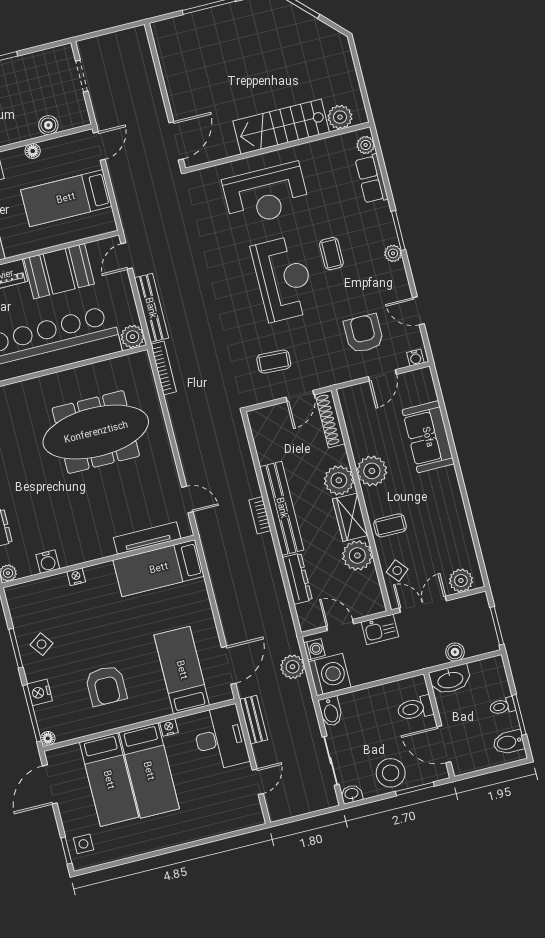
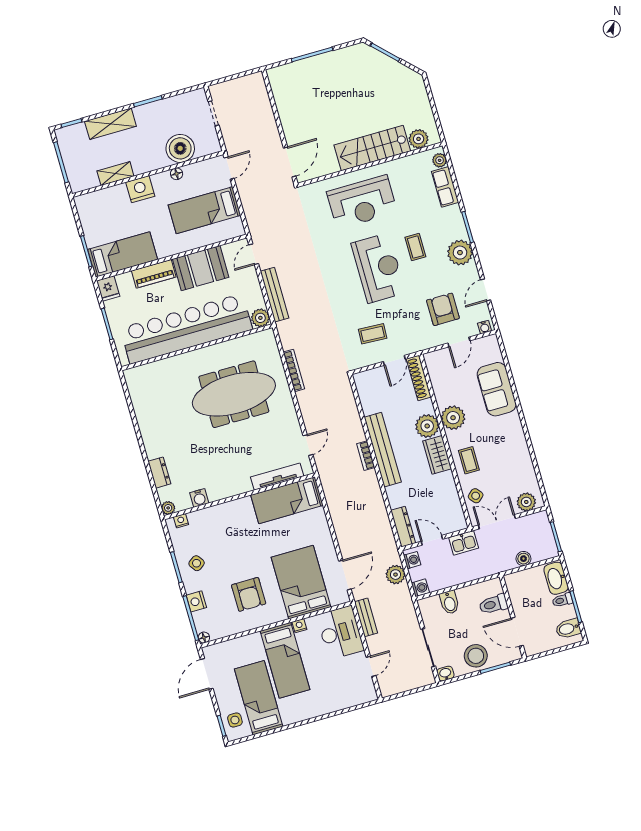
boiler: (48, 125) -> (180, 148), width x1.86, depth x1.86
plant: (393, 253) -> (460, 253), width x1.87, depth x1.87
door: (418, 311) -> (486, 290), hinge flipped
bookcase: (164, 368) -> (294, 370), moved
door: (187, 499) -> (308, 445), hinge flipped
coffee table: (390, 525) -> (469, 460), turned 90
plant: (357, 555) -> (444, 485), removed
nightstand: (76, 577) -> (181, 521), moved
dresser: (297, 579) -> (403, 527), moved
bed: (182, 670) -> (301, 582), width x1.50
washing machine: (330, 675) -> (420, 588), width x0.53, depth x0.53
washbasin: (450, 679) -> (556, 578), moved, turned 90
bidet: (331, 711) -> (449, 602), moved
bed: (109, 780) -> (259, 698), moved, turned 180

